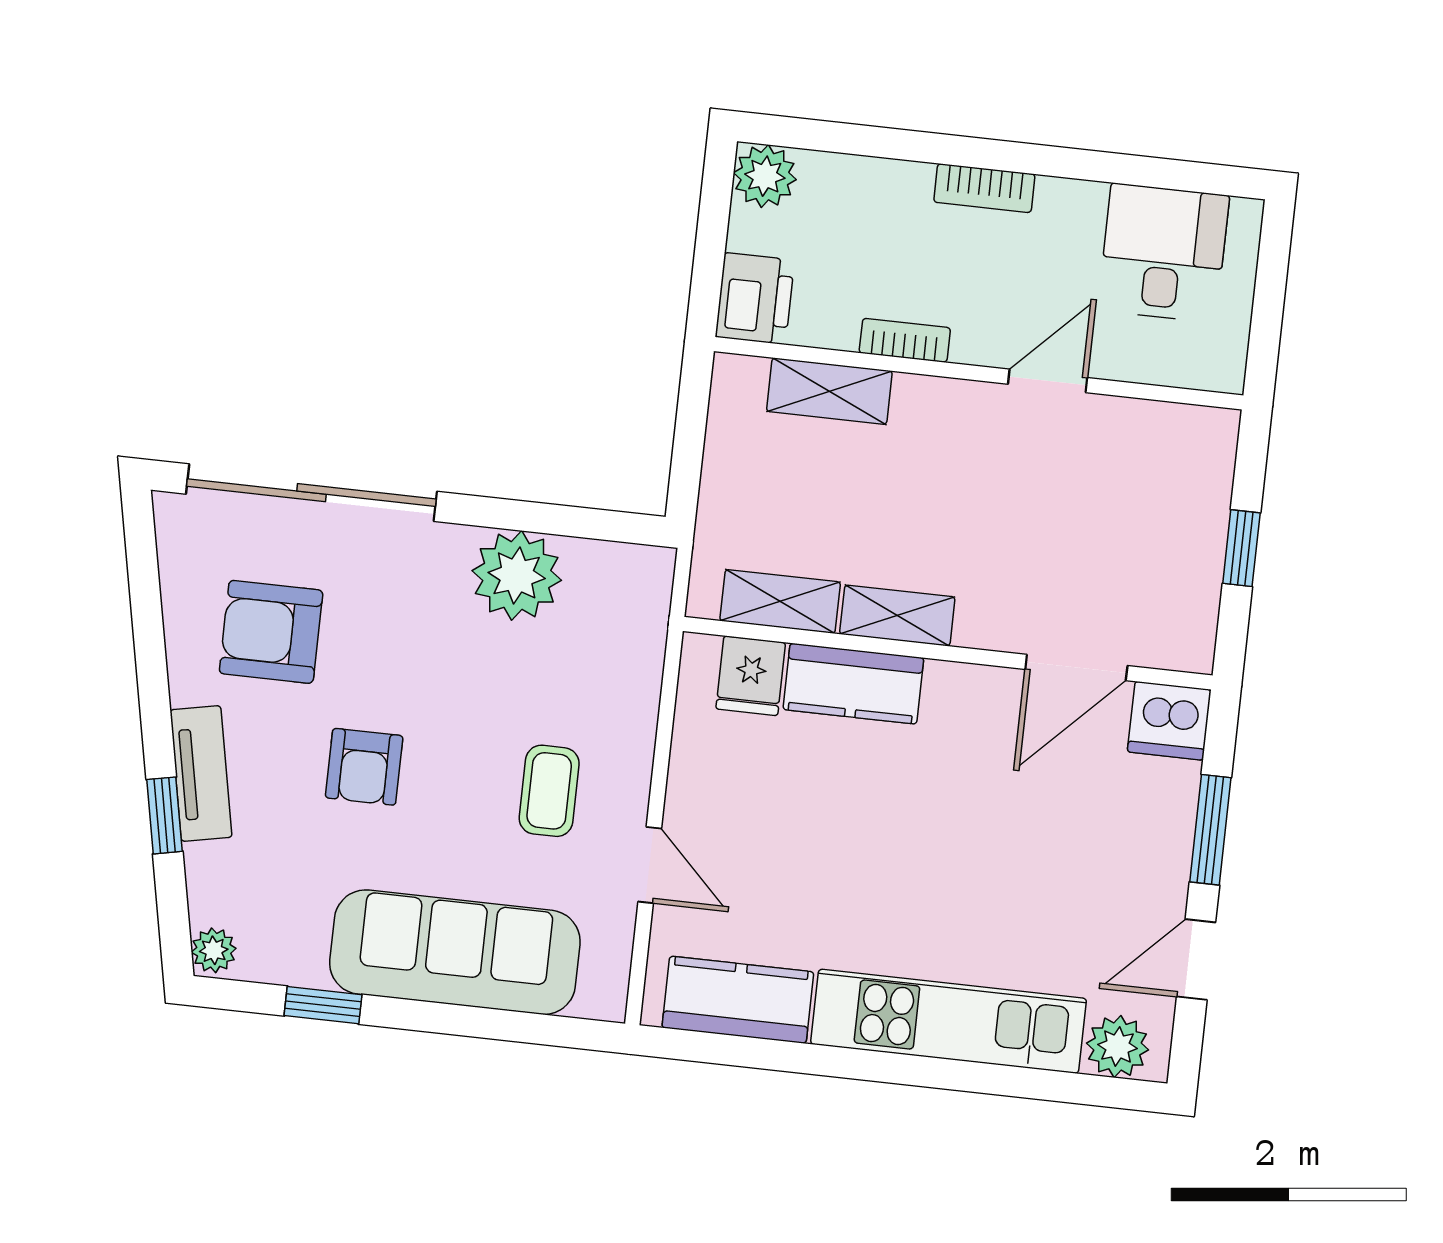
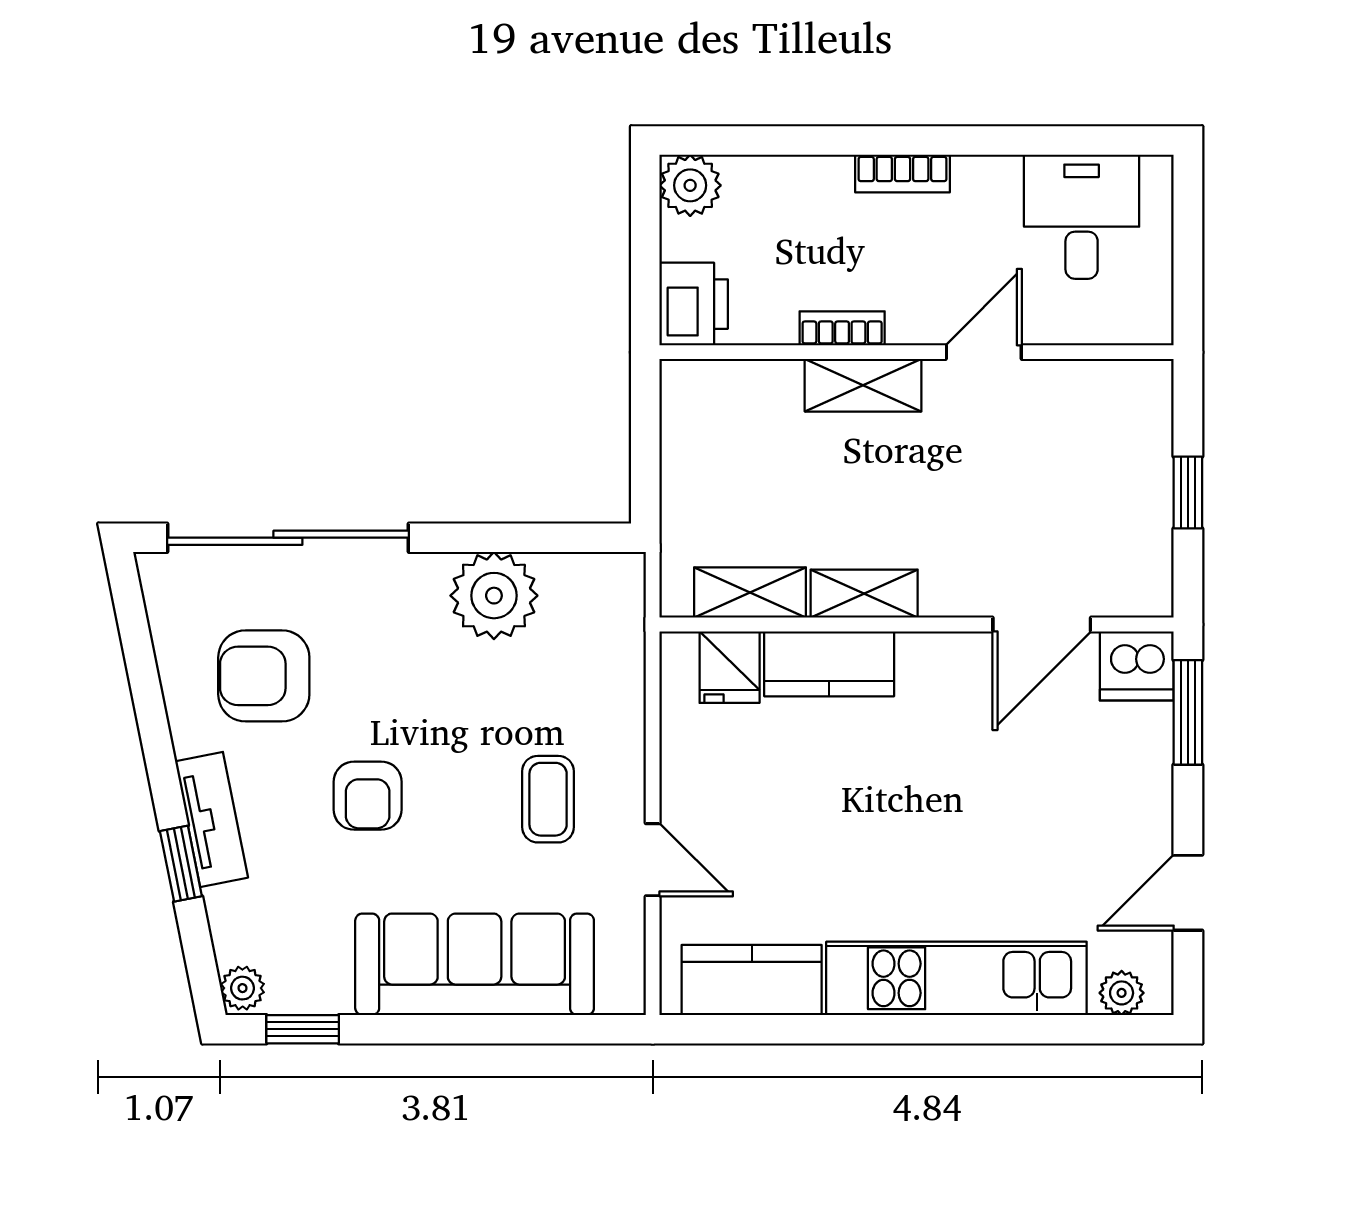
shelving: (829, 391) -> (863, 385), moved
window: (1210, 830) -> (1188, 712), moved
window: (323, 1005) -> (303, 1029), moved
plant: (1117, 1047) -> (1122, 993), width x0.73, depth x0.73

